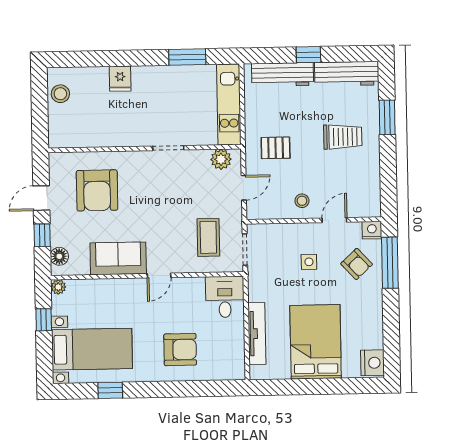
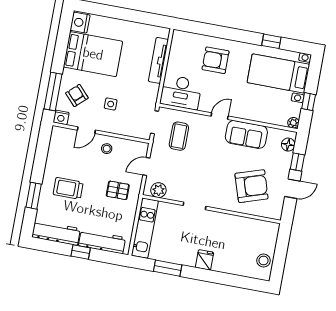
fridge: (120, 79) -> (205, 260), moved
armchair: (97, 190) -> (252, 186), turned 72
desk: (225, 297) -> (181, 92), width x1.37
bed: (316, 342) -> (93, 54), moved, turned -90

